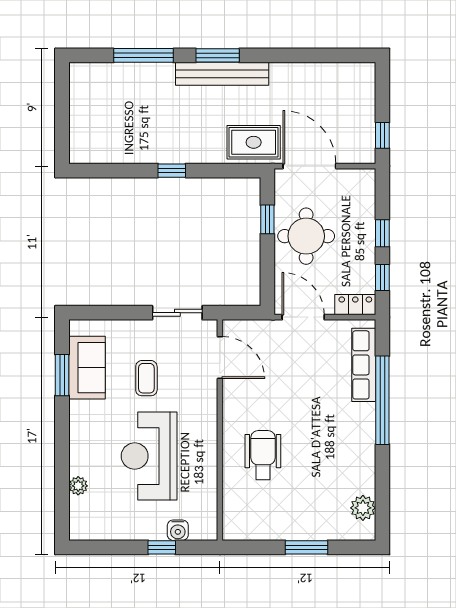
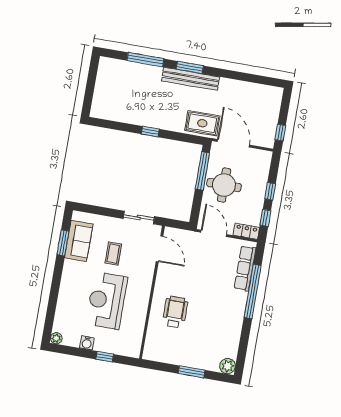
window: (267, 219) -> (202, 171), width x2.17
plant: (78, 486) -> (56, 338), moved
plant: (363, 508) -> (228, 366), moved
water cooler: (178, 530) -> (87, 343), moved

